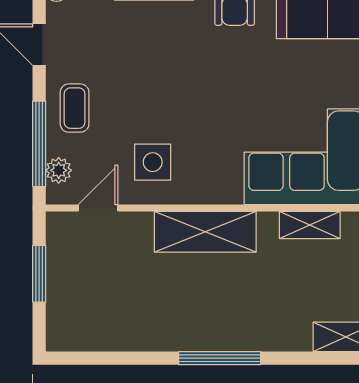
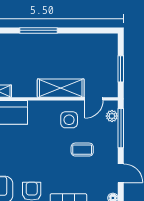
coffee table: (75, 108) -> (82, 150), moved, turned 90
shelving: (205, 232) -> (61, 88), moved

